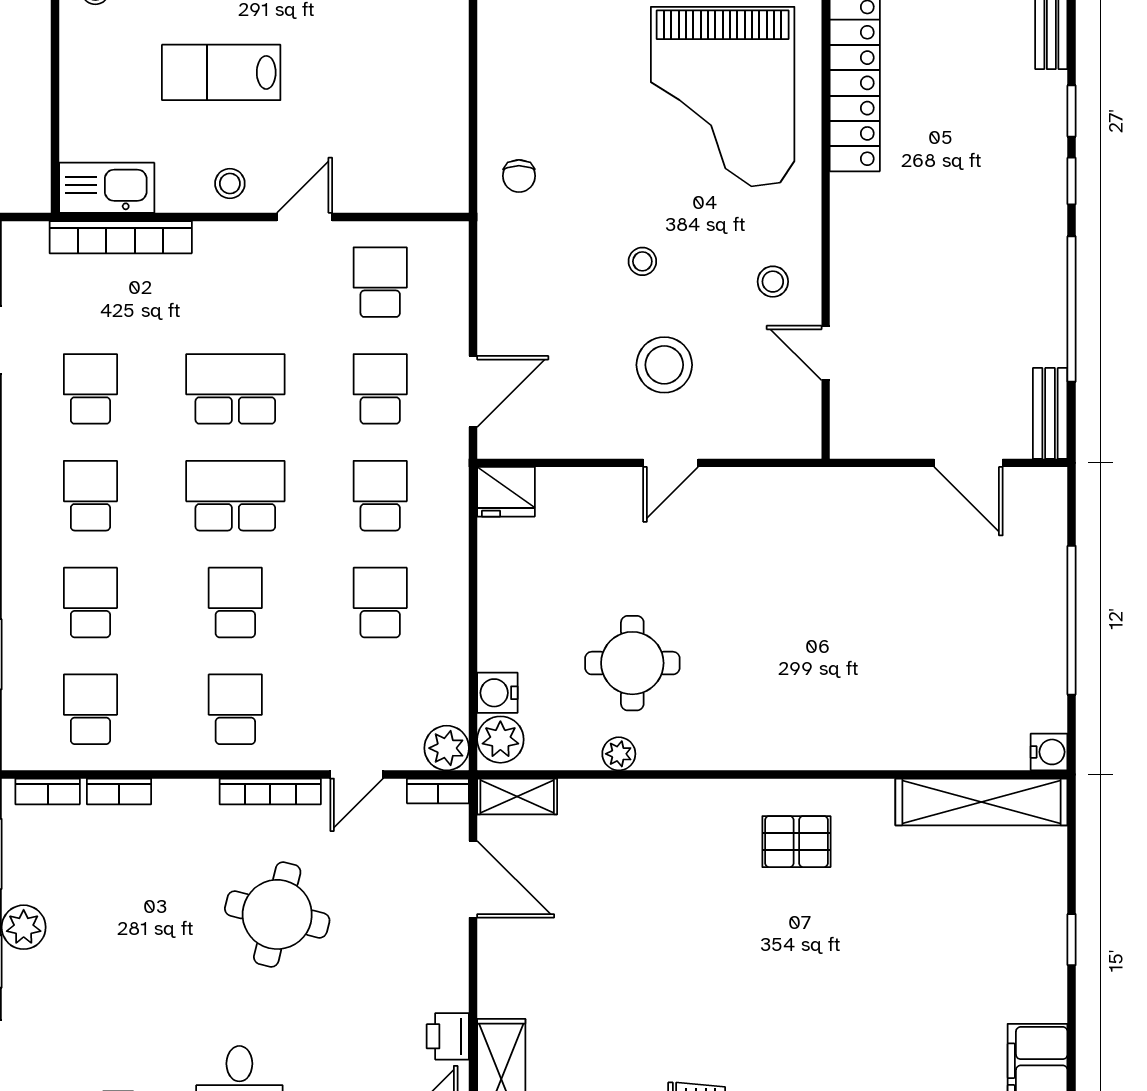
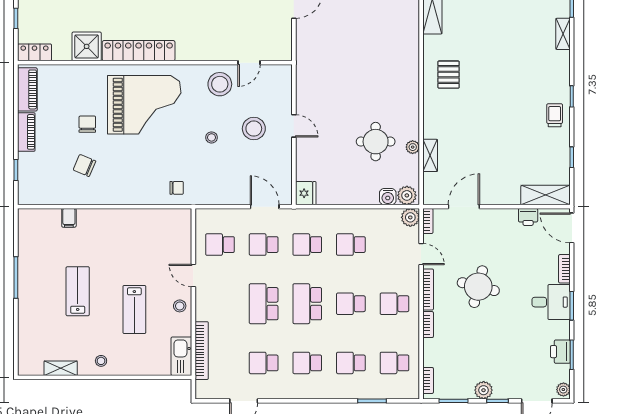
stool: (773, 282) -> (220, 84), width x1.89, depth x1.89
bookcase: (119, 791) -> (428, 325), moved
shelving: (517, 797) -> (430, 155), moved

